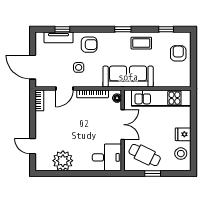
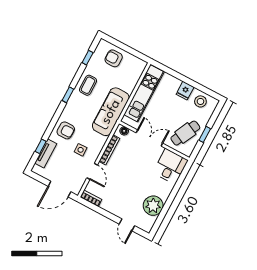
armchair: (89, 45) -> (66, 130), turned 90
door: (33, 146) -> (127, 225), hinge flipped

